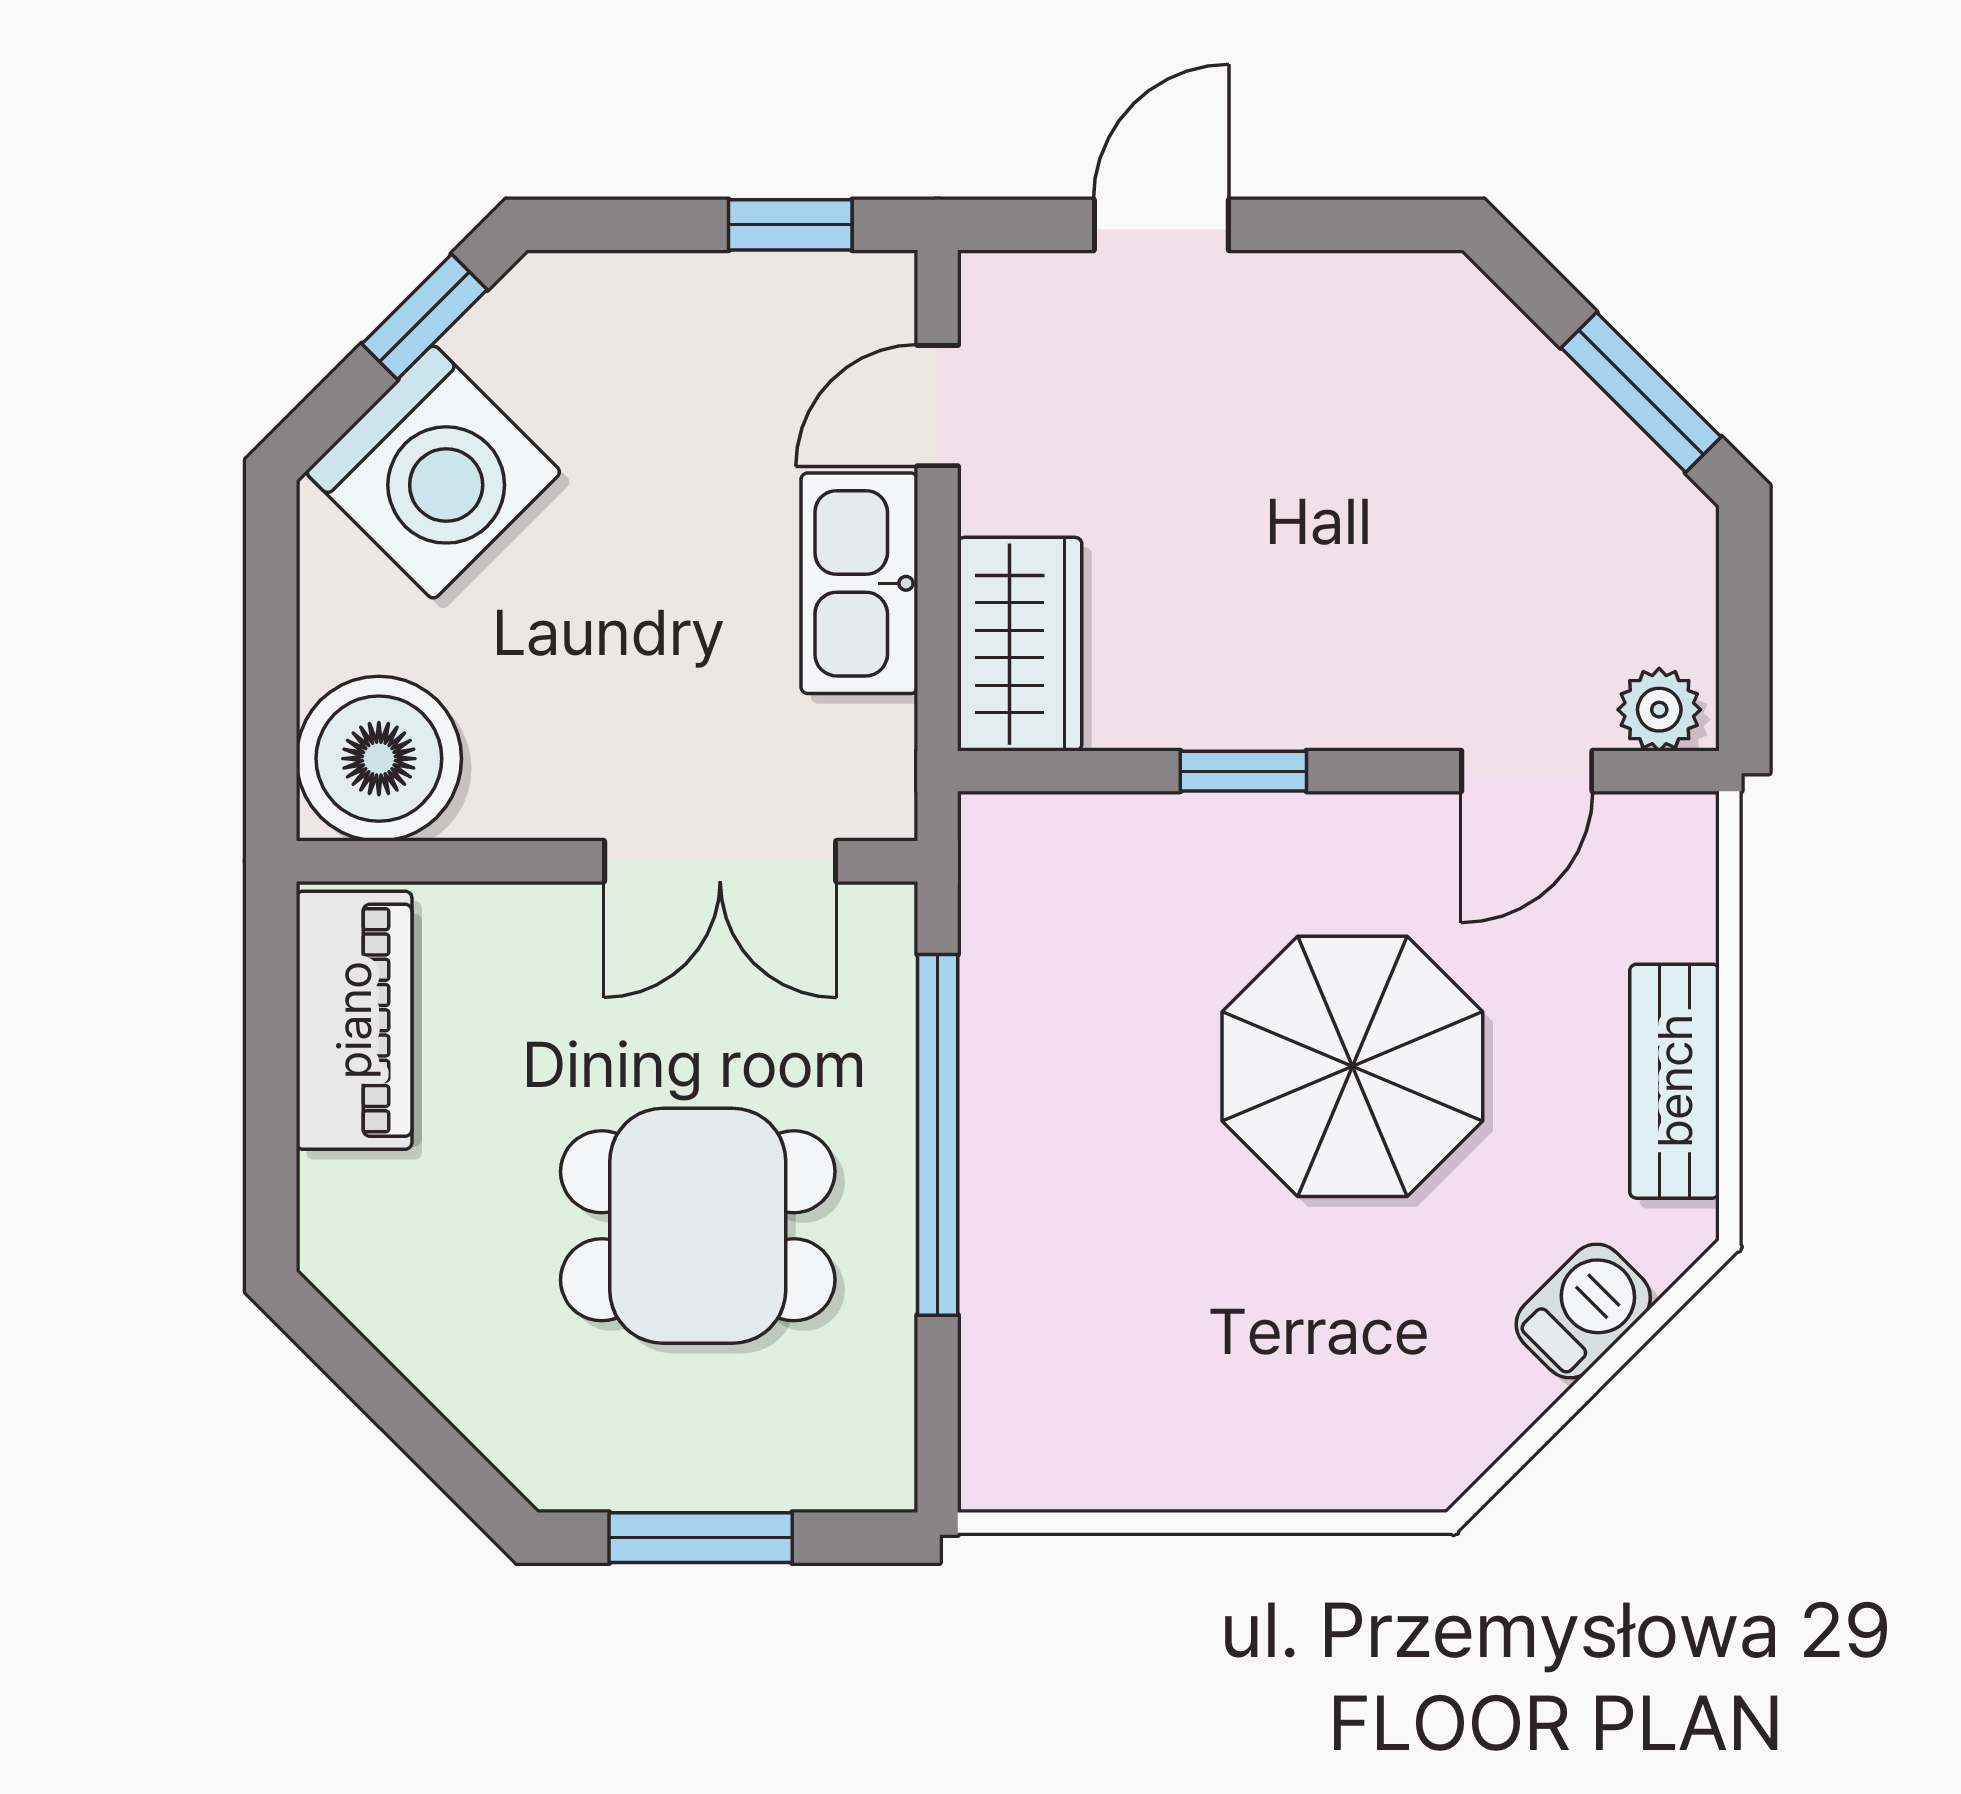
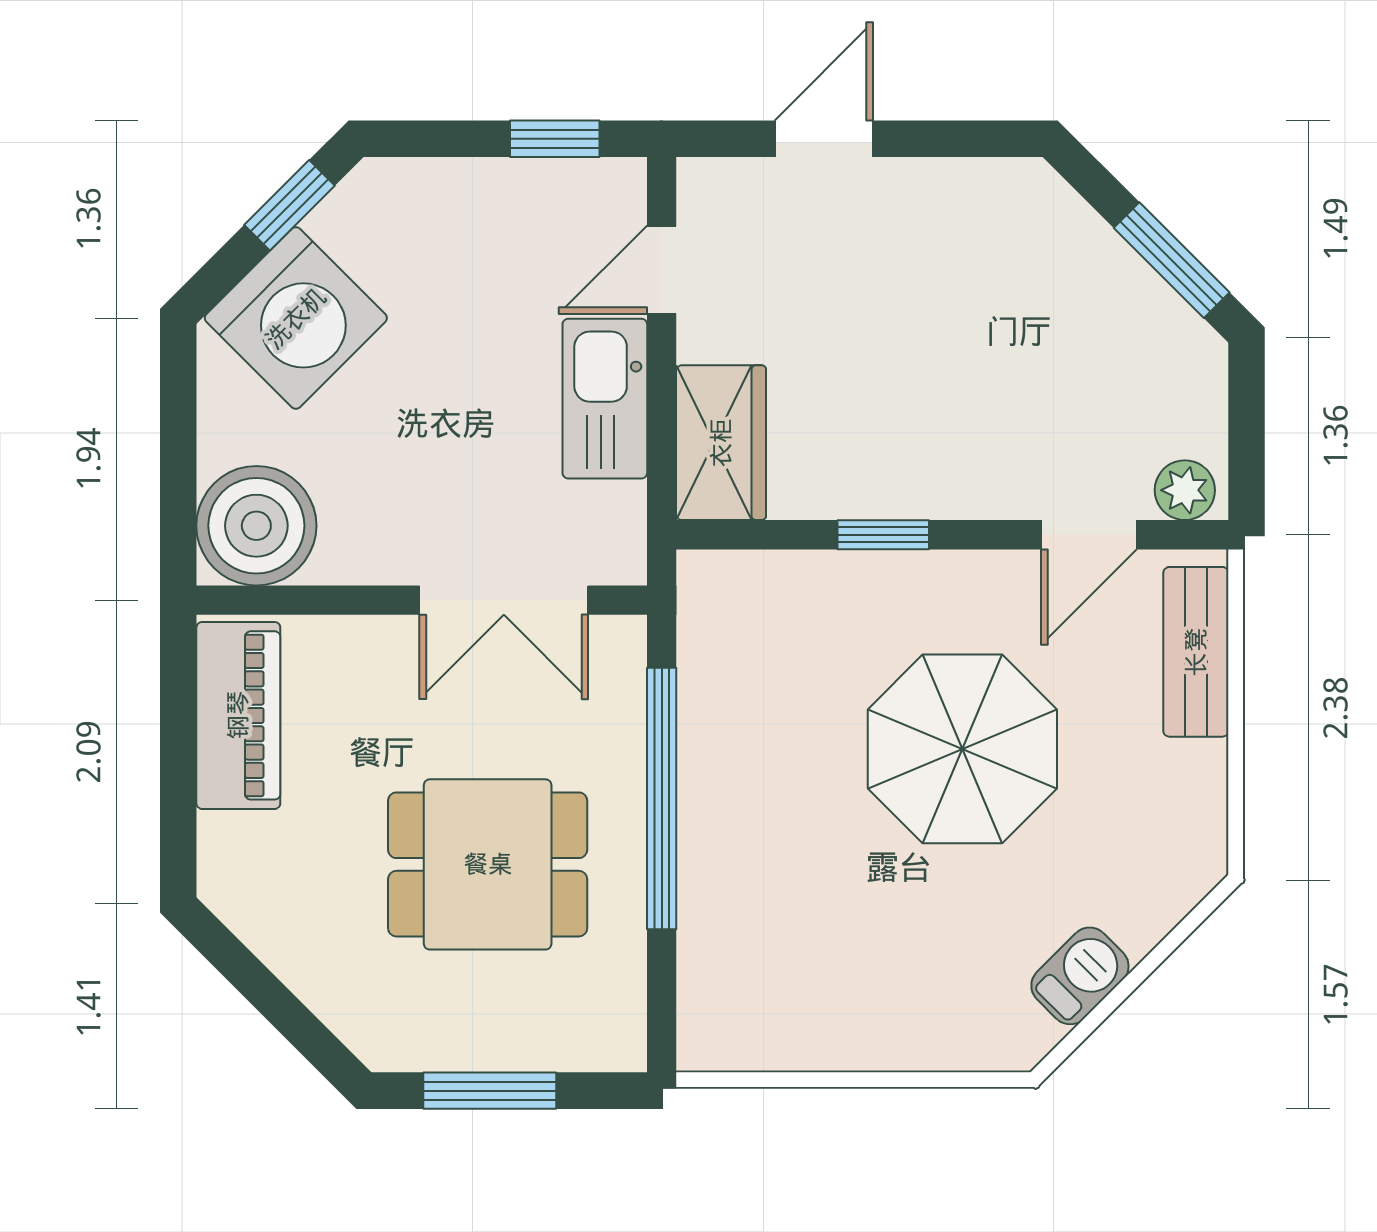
bench: (1675, 1081) -> (1196, 652), moved
barbecue: (1583, 1311) -> (1080, 976), moved

